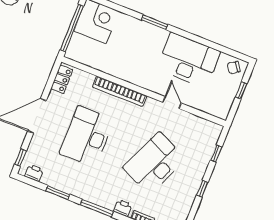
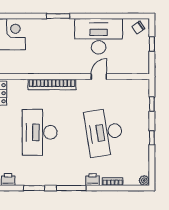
door: (172, 103) -> (99, 77), hinge flipped
desk: (154, 163) -> (104, 132), turned -33

